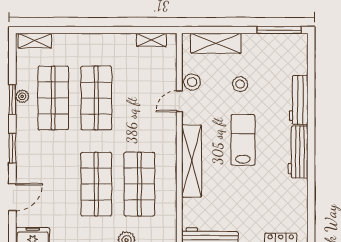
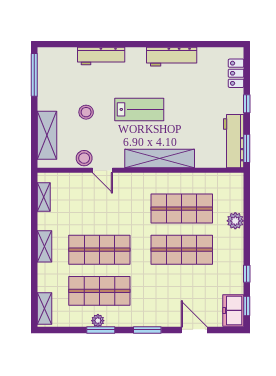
shelving: (100, 41) -> (44, 246), added
lab bench: (243, 140) -> (139, 109), turned 180
workbench: (298, 152) -> (172, 57), moved

